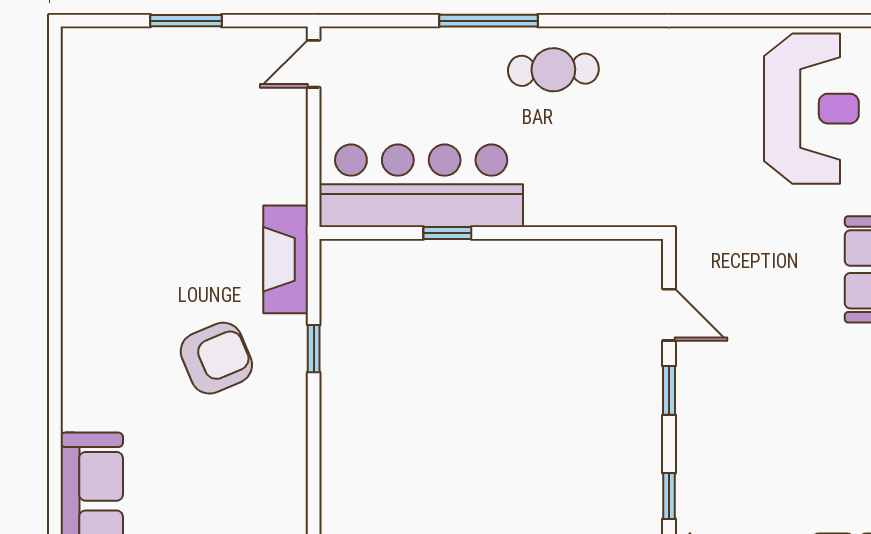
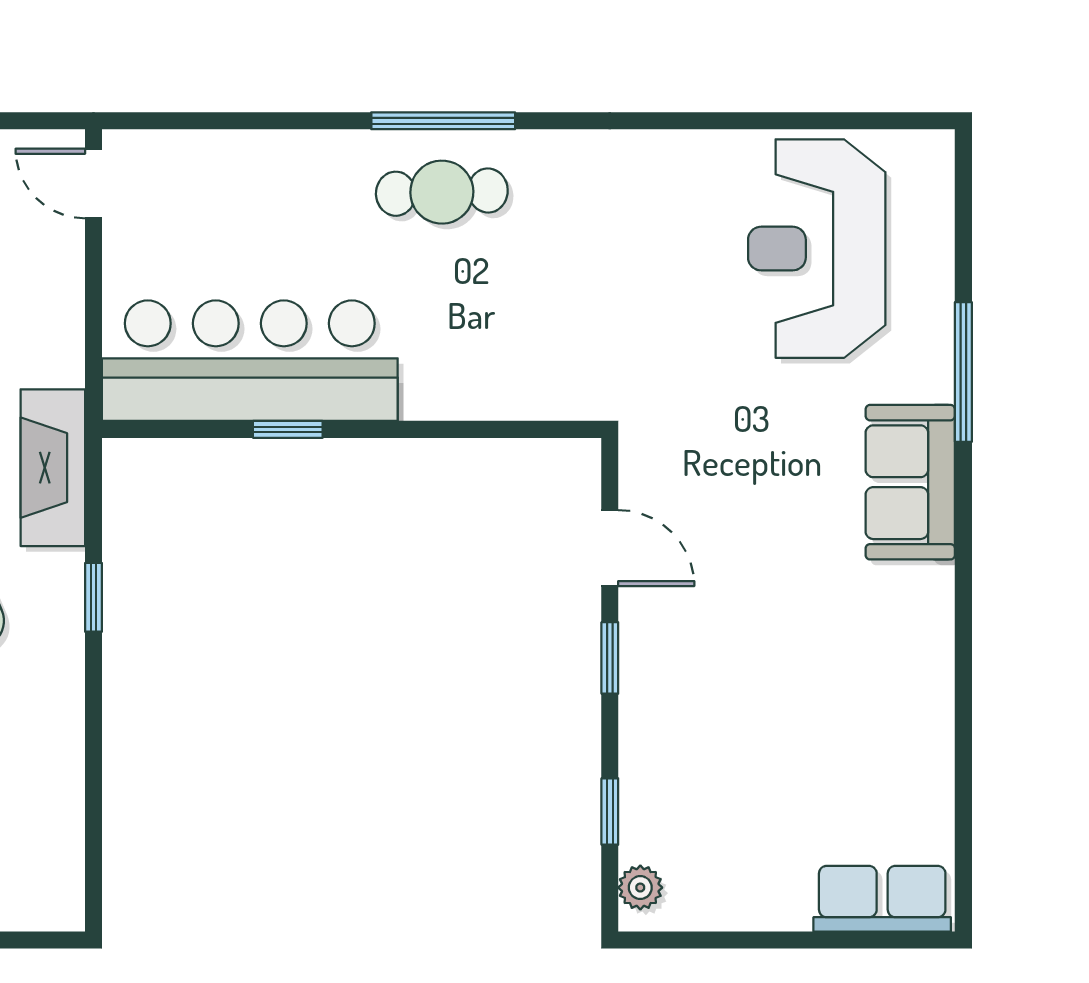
window: (488, 21) -> (443, 121), moved
door: (314, 64) -> (94, 183), hinge flipped
reception desk: (811, 109) -> (817, 249), turned 180

